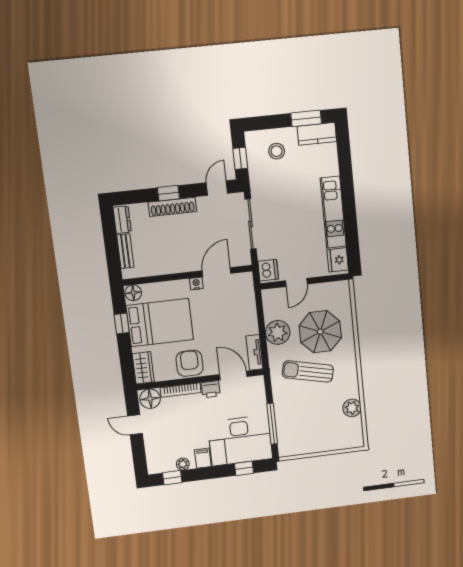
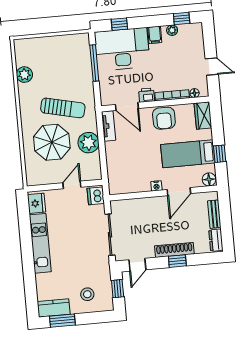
door: (217, 272) -> (179, 192), moved
bed: (160, 323) -> (188, 154), width x0.67
floor lamp: (150, 399) -> (195, 93), width x0.53, depth x0.53

